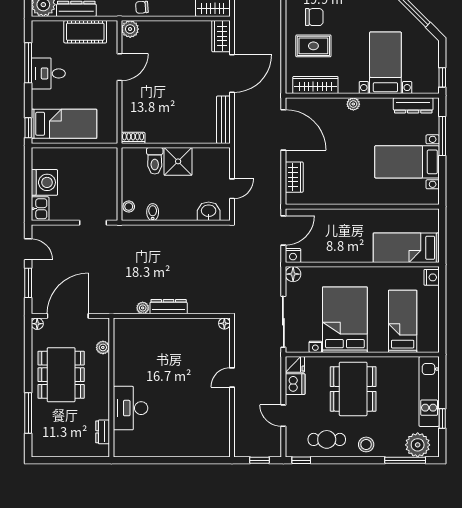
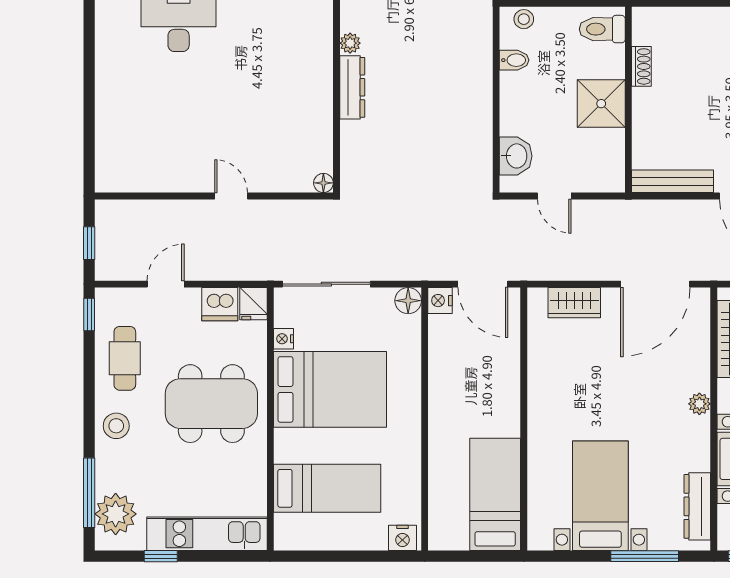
shoe rack: (133, 138) -> (641, 66), moved
toilet: (155, 161) -> (602, 29), moved
bed: (406, 248) -> (495, 494), moved

